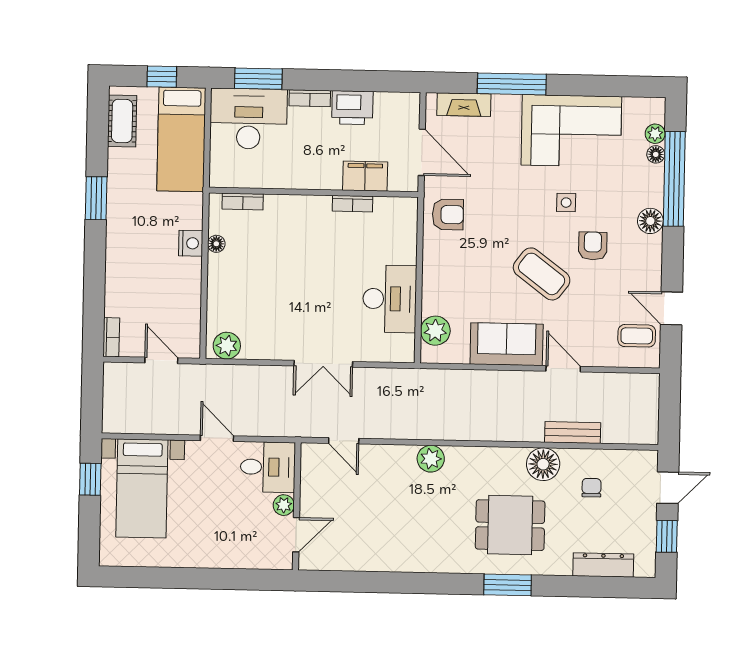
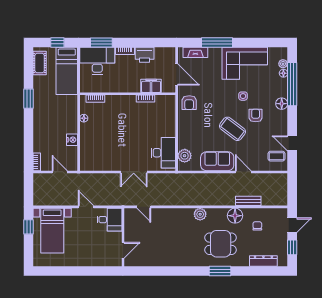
armchair: (448, 214) -> (189, 103), turned 90
nightstand: (191, 243) -> (72, 140), moved
desk: (390, 299) -> (163, 153), moved
plant: (227, 346) -> (90, 165), removed
plant: (431, 459) -> (200, 214), moved
plant: (284, 505) -> (117, 237), removed

